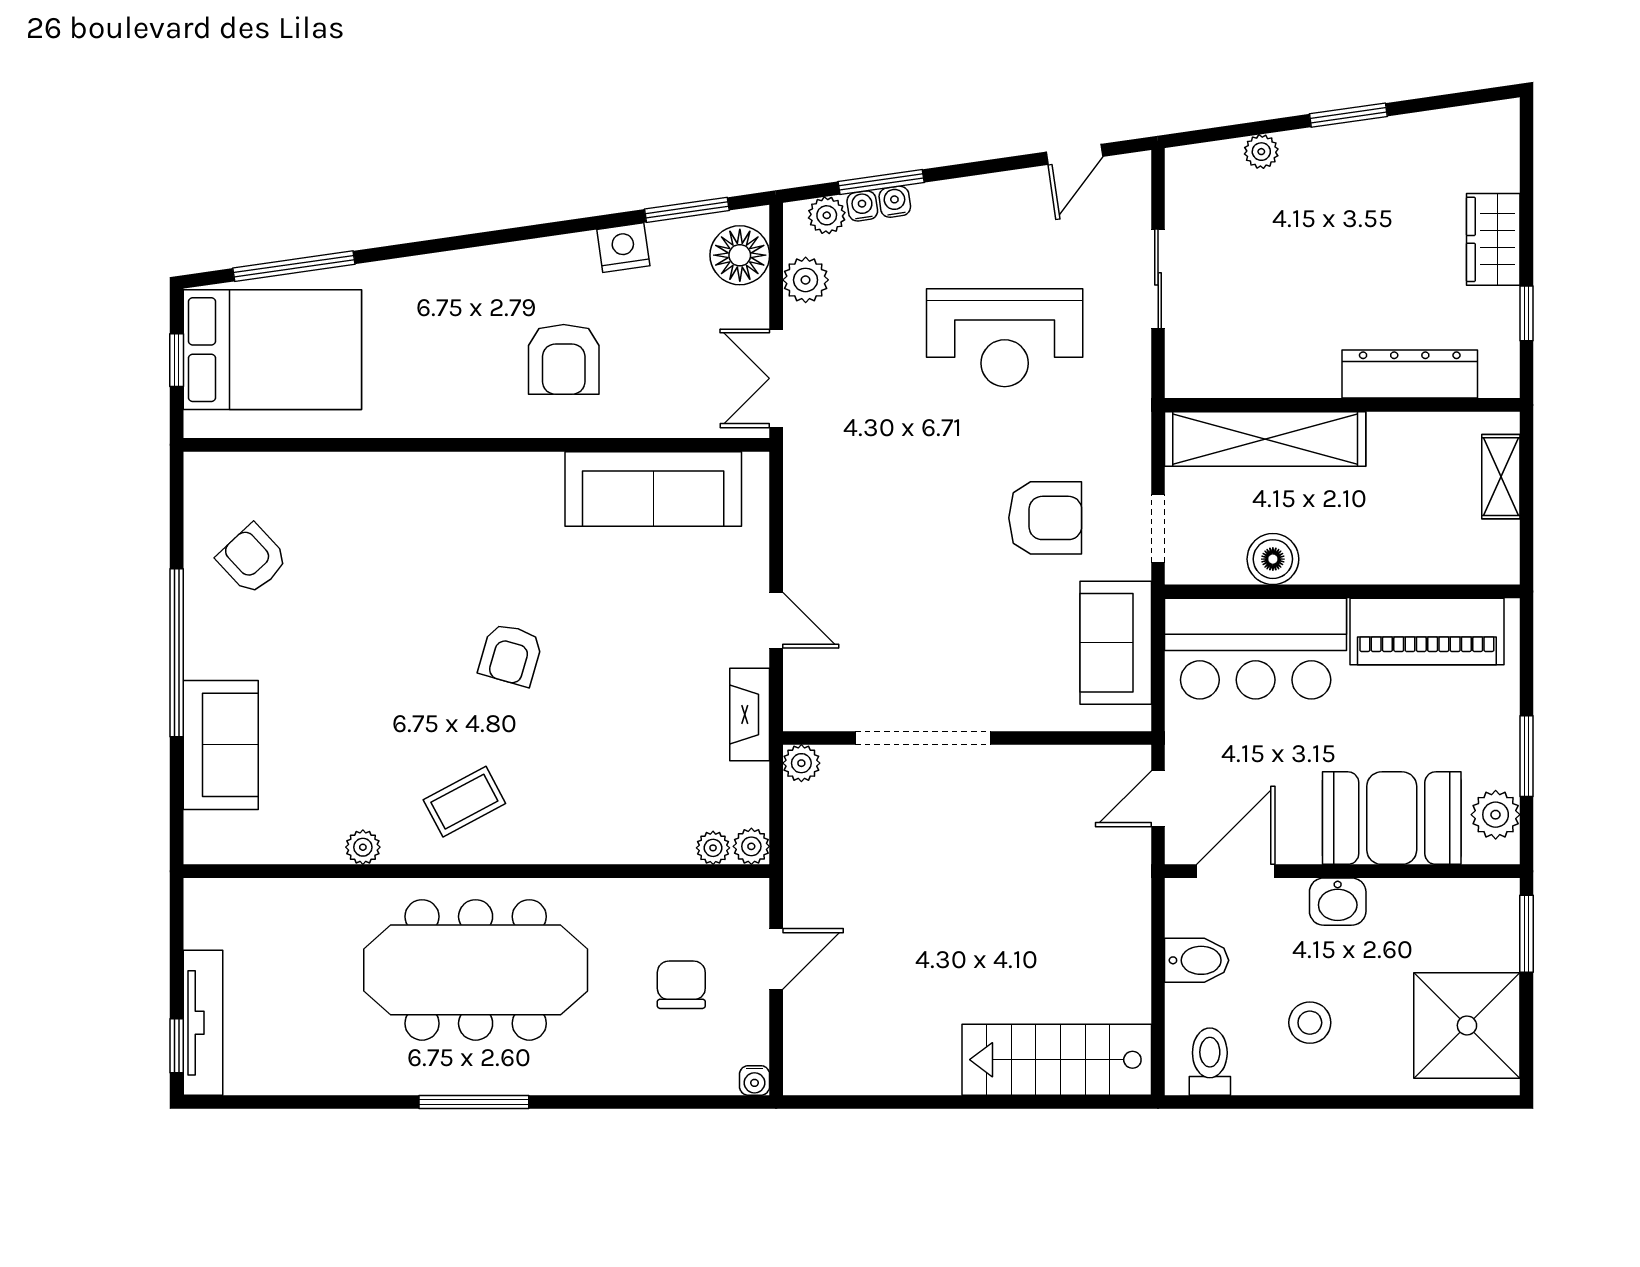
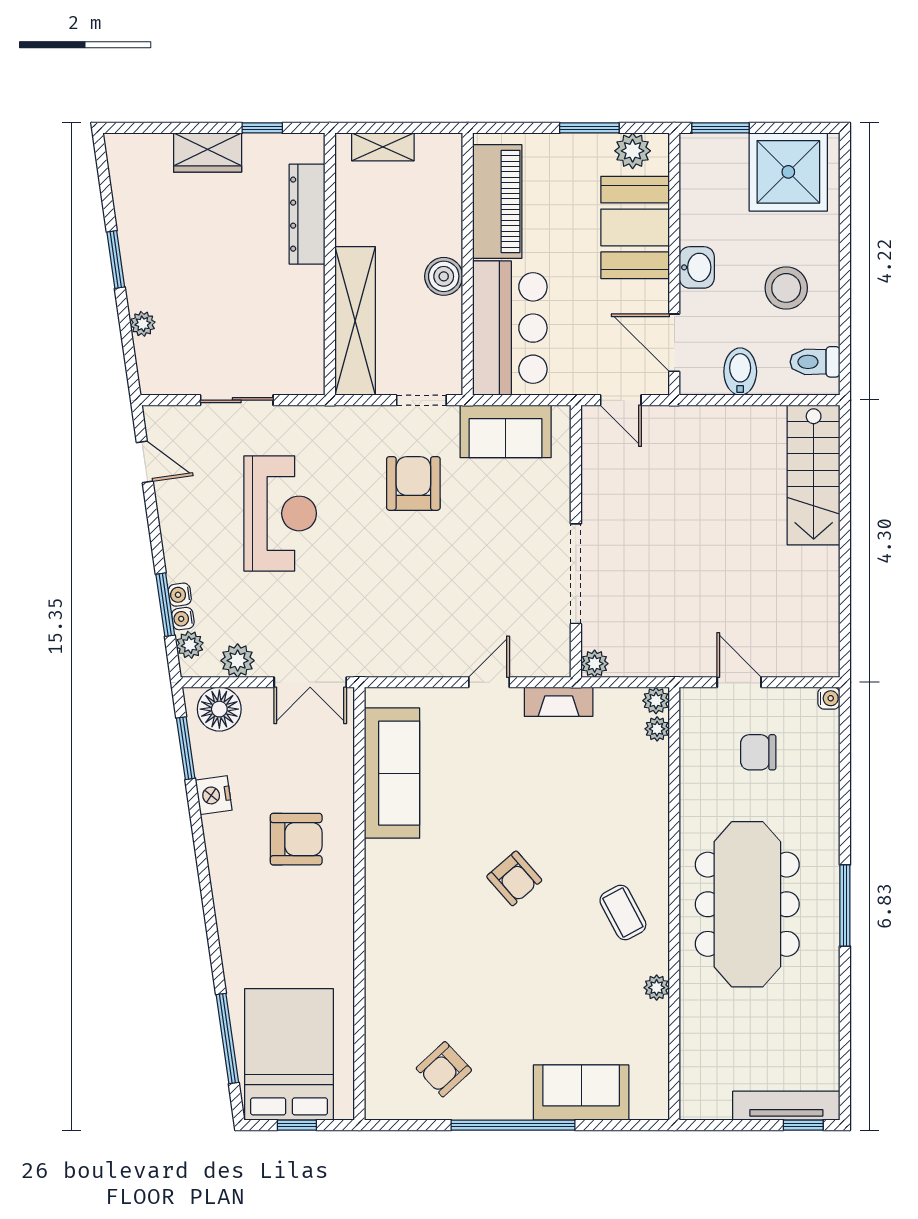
boiler: (1273, 559) -> (444, 276), moved
armchair: (511, 655) -> (514, 878), turned 33
stool: (1310, 1023) -> (786, 288), width x1.38, depth x1.38

